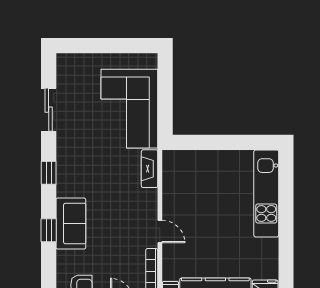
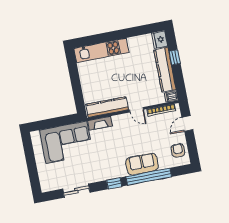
kitchen counter: (173, 185) -> (107, 107), added
window: (49, 230) -> (149, 177), width x3.17
door: (160, 232) -> (137, 110), swing flipped

